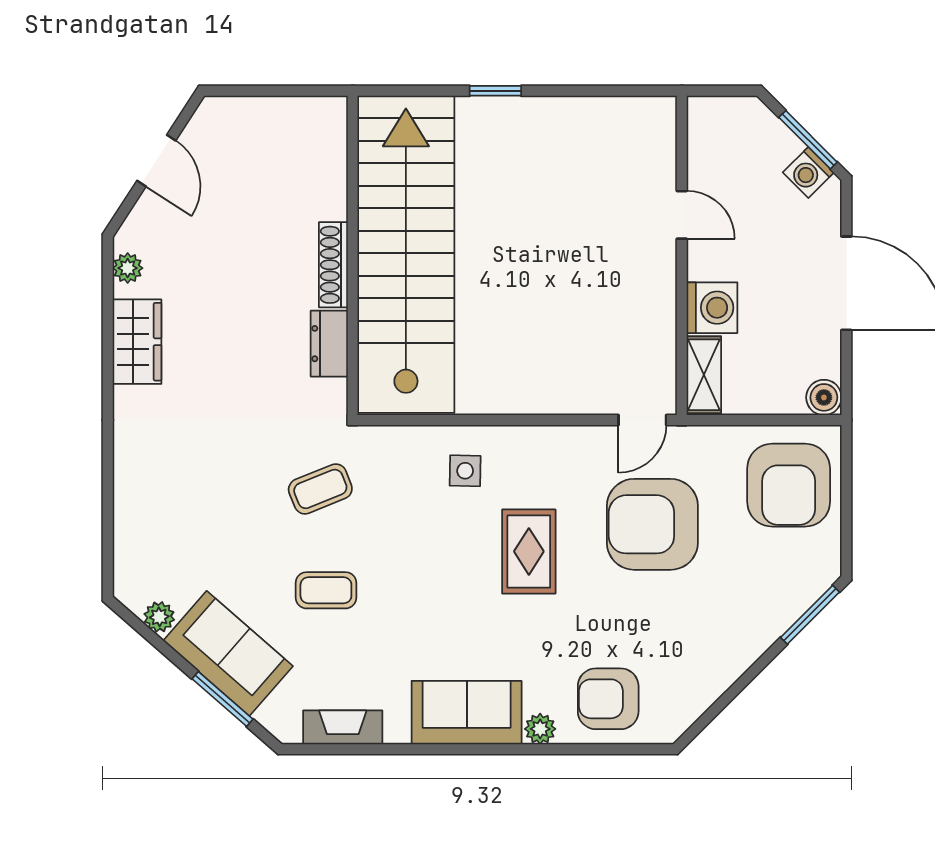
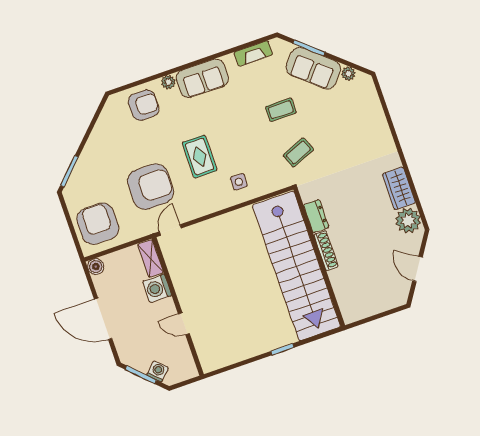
washing machine: (808, 172) -> (158, 371), moved
plant: (128, 268) -> (408, 221), width x1.87, depth x1.87

